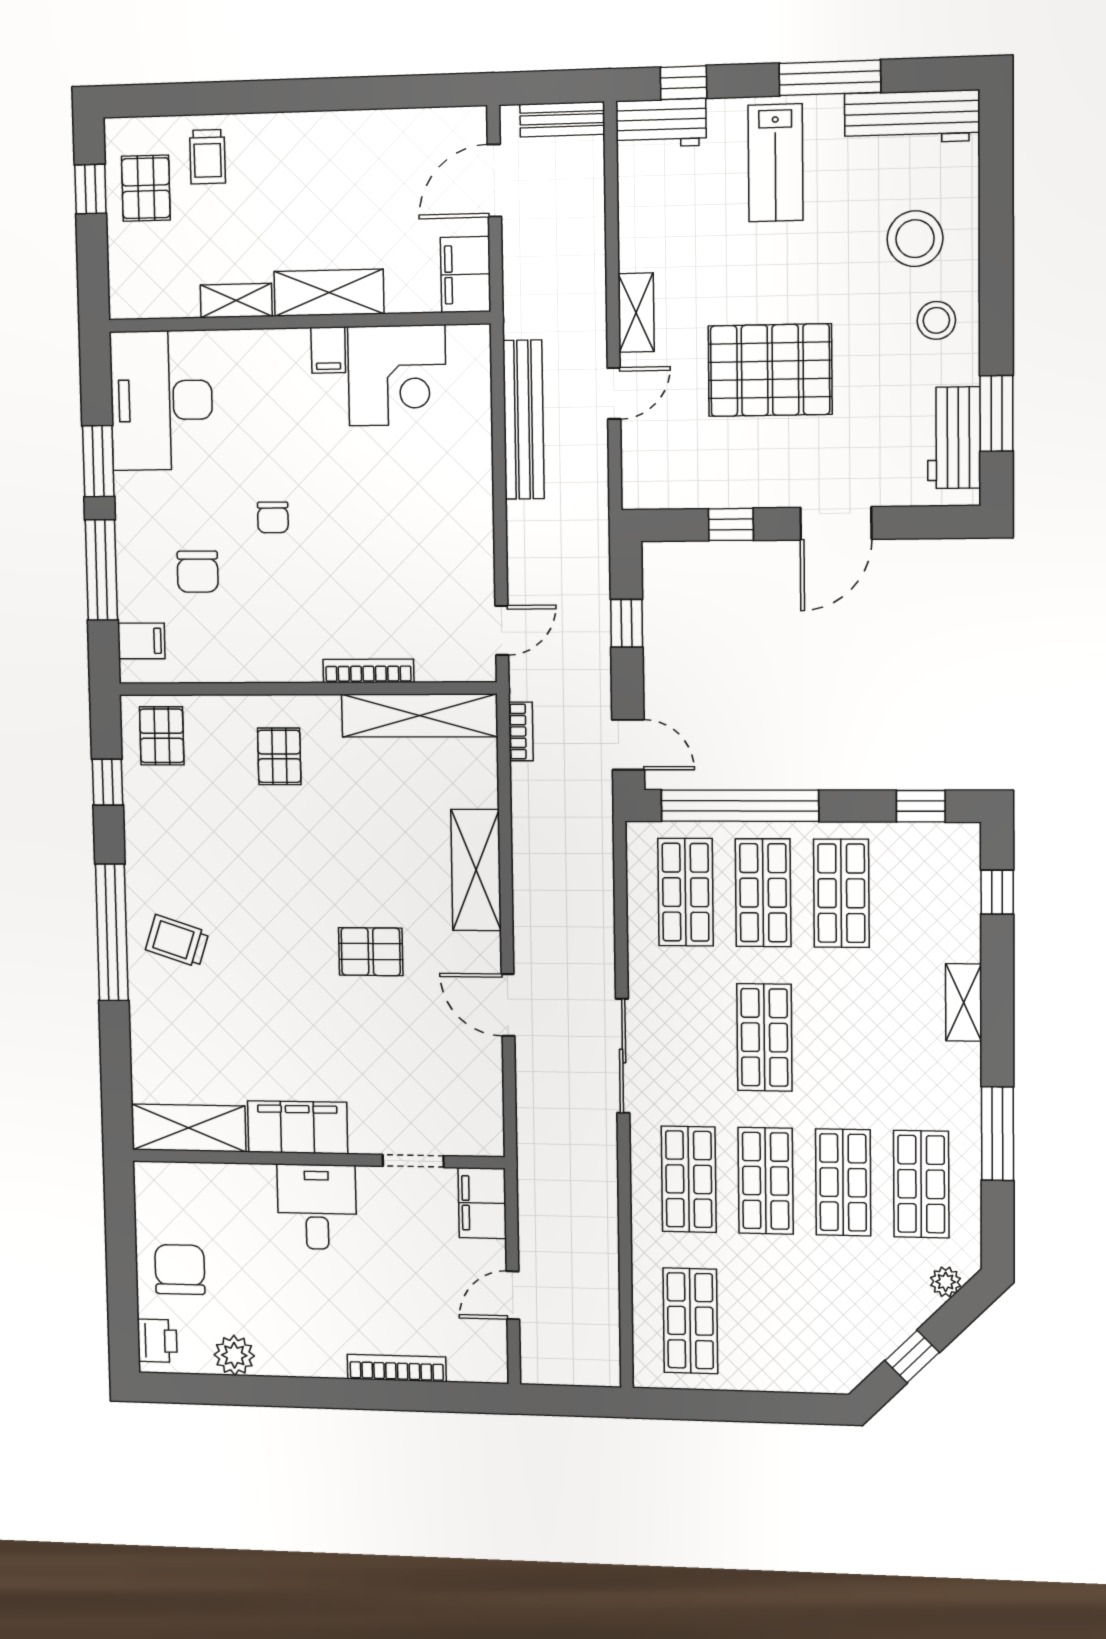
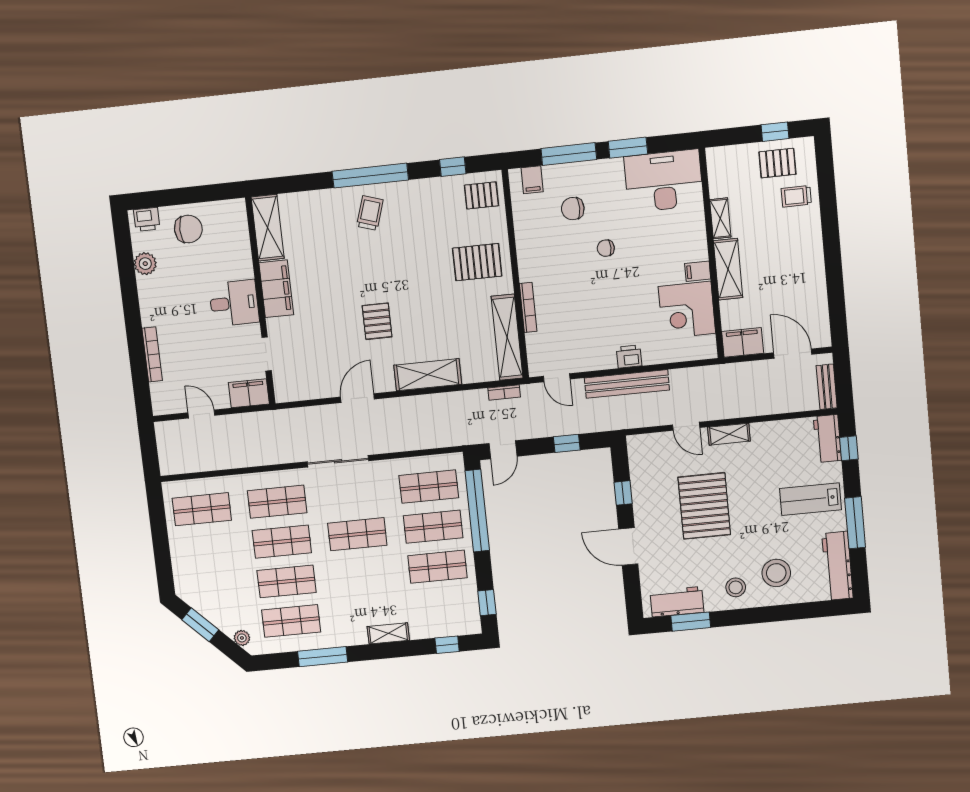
bench: (523, 420) -> (627, 384), moved
printer: (474, 491) -> (629, 356), added
pallet: (279, 756) -> (477, 262), width x1.50, depth x1.42
window: (912, 1356) -> (200, 625), width x1.50

